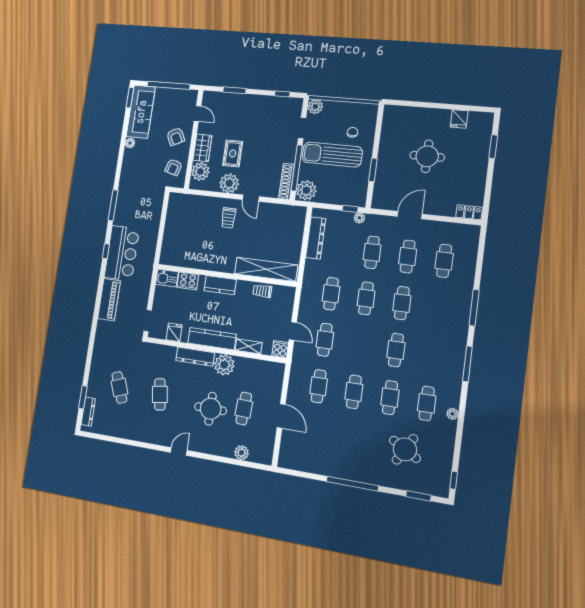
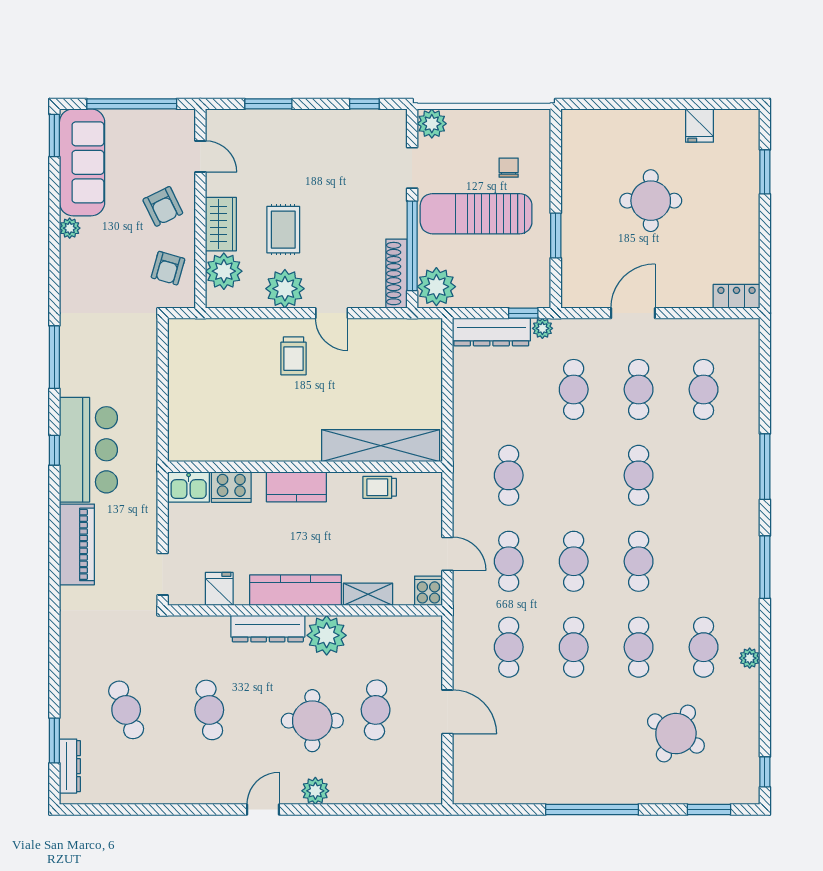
dresser: (316, 238) -> (491, 332), moved, turned 90
cafe table: (366, 298) -> (574, 561), moved
plant: (242, 453) -> (315, 791), moved

